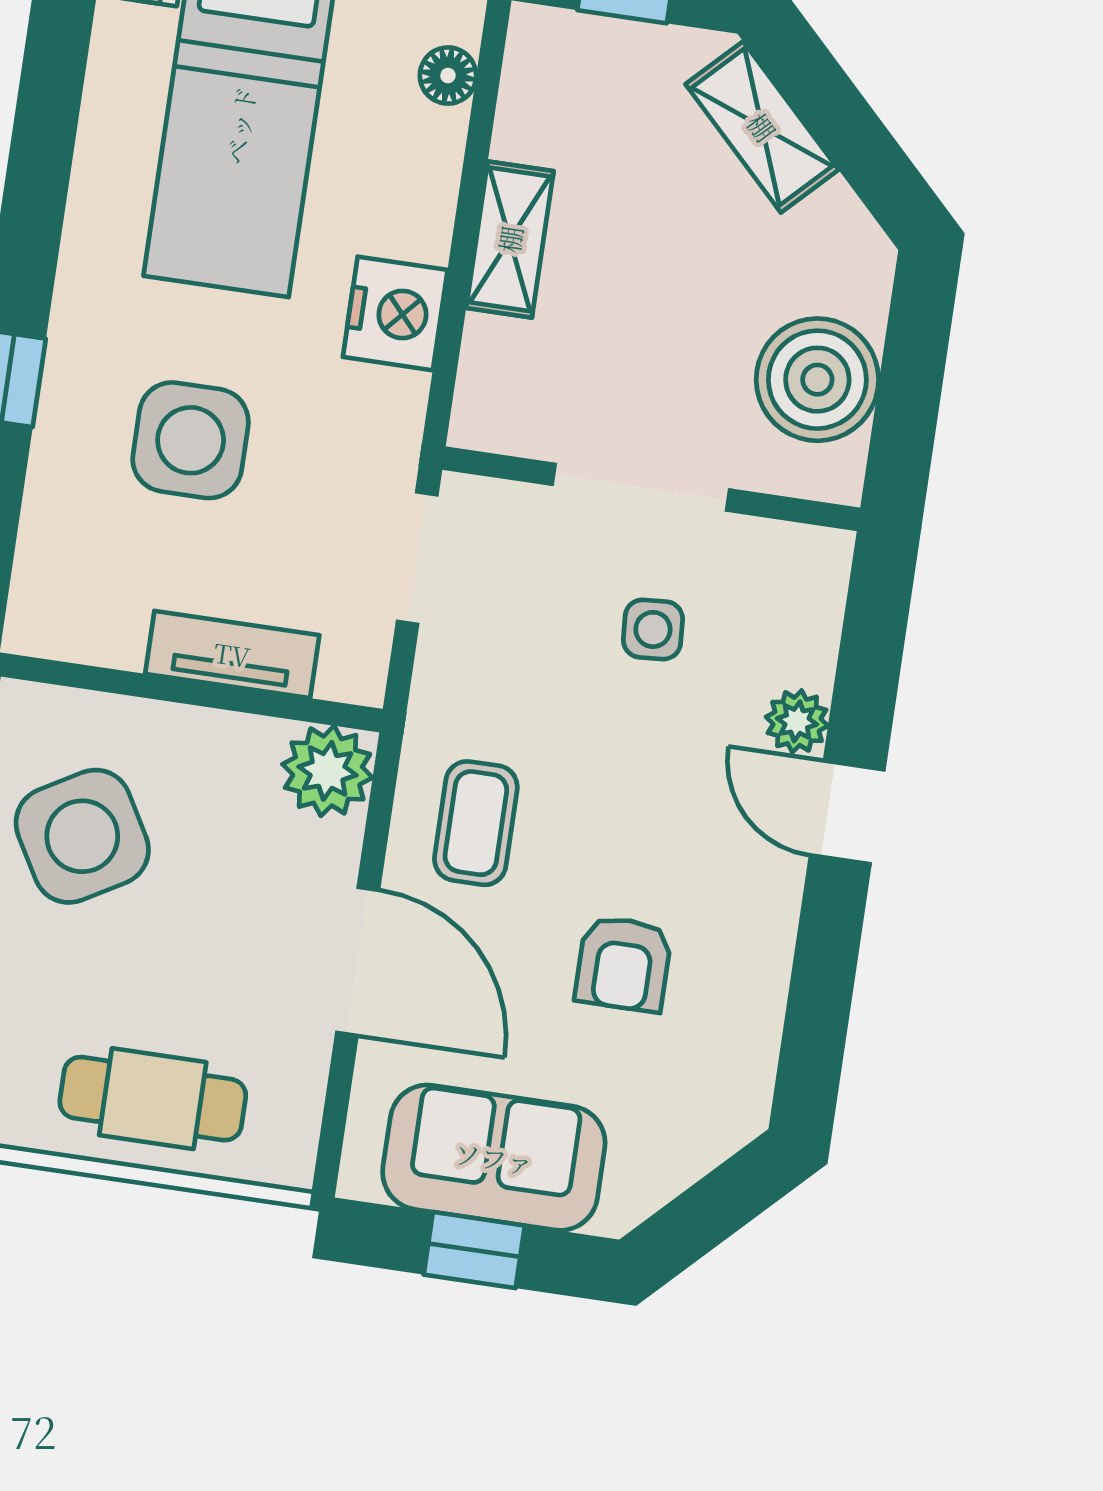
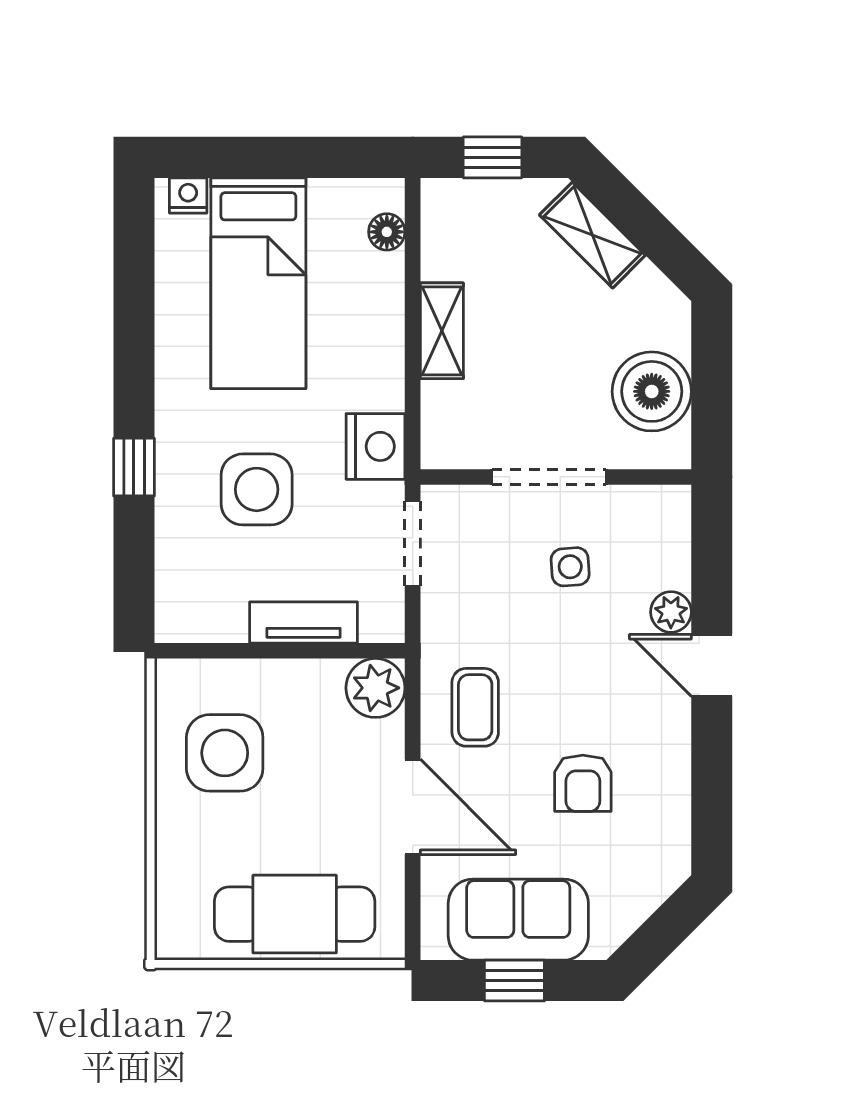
nightstand: (395, 313) -> (376, 446), moved
side table: (82, 836) -> (225, 753), turned 30
cafe table: (153, 1099) -> (295, 914), width x1.37, depth x1.35

